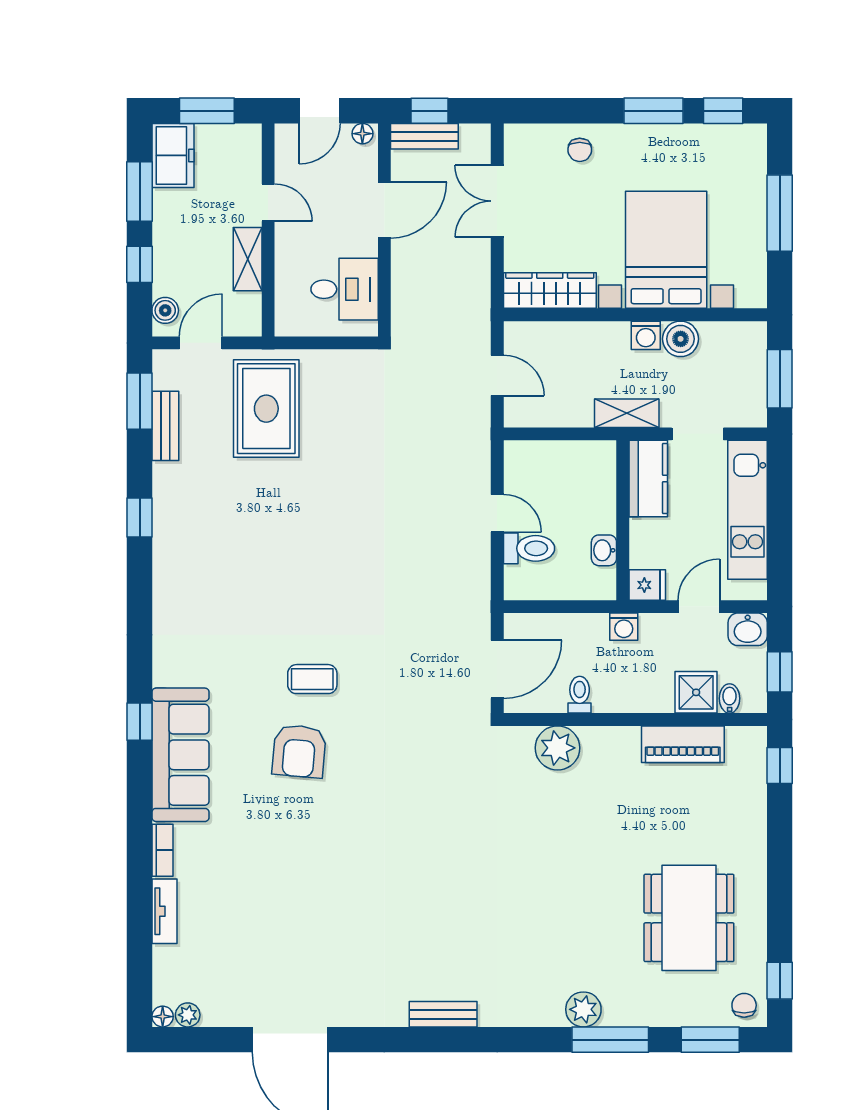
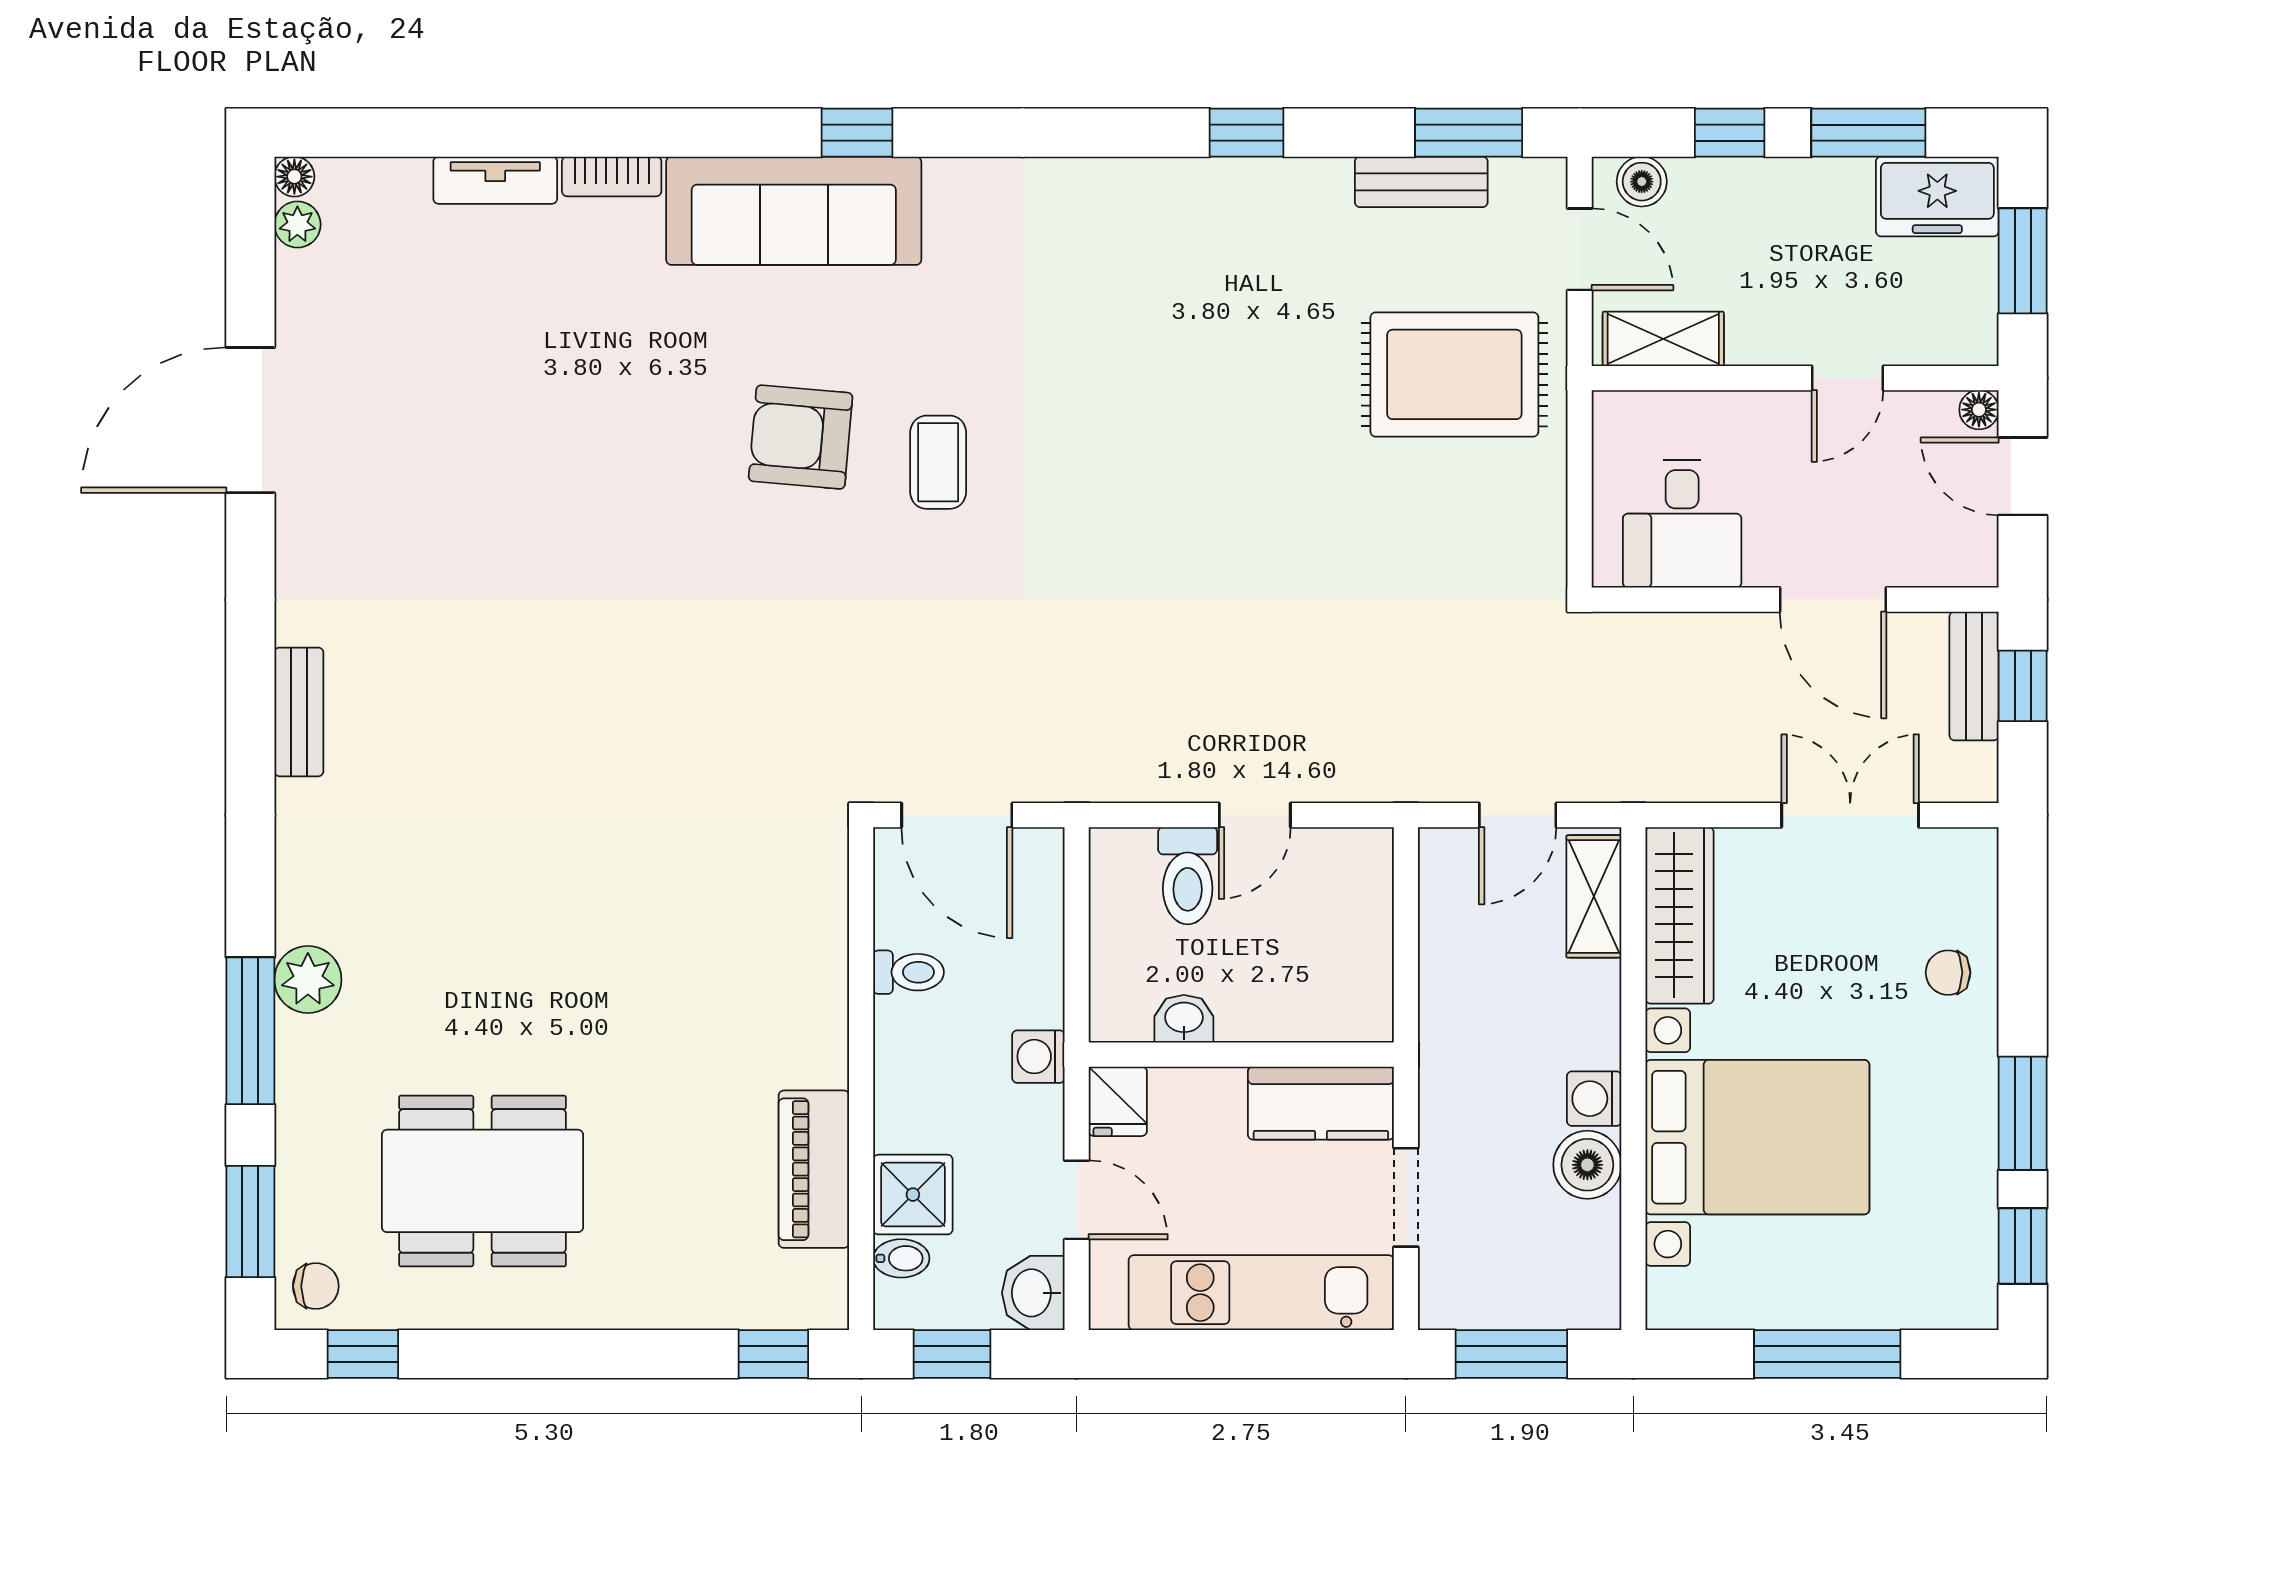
floor lamp: (362, 134) -> (1979, 410), moved
shelving: (248, 259) -> (1663, 339), moved
shelving: (627, 413) -> (1594, 896), moved
plant: (557, 748) -> (807, 930), removed

